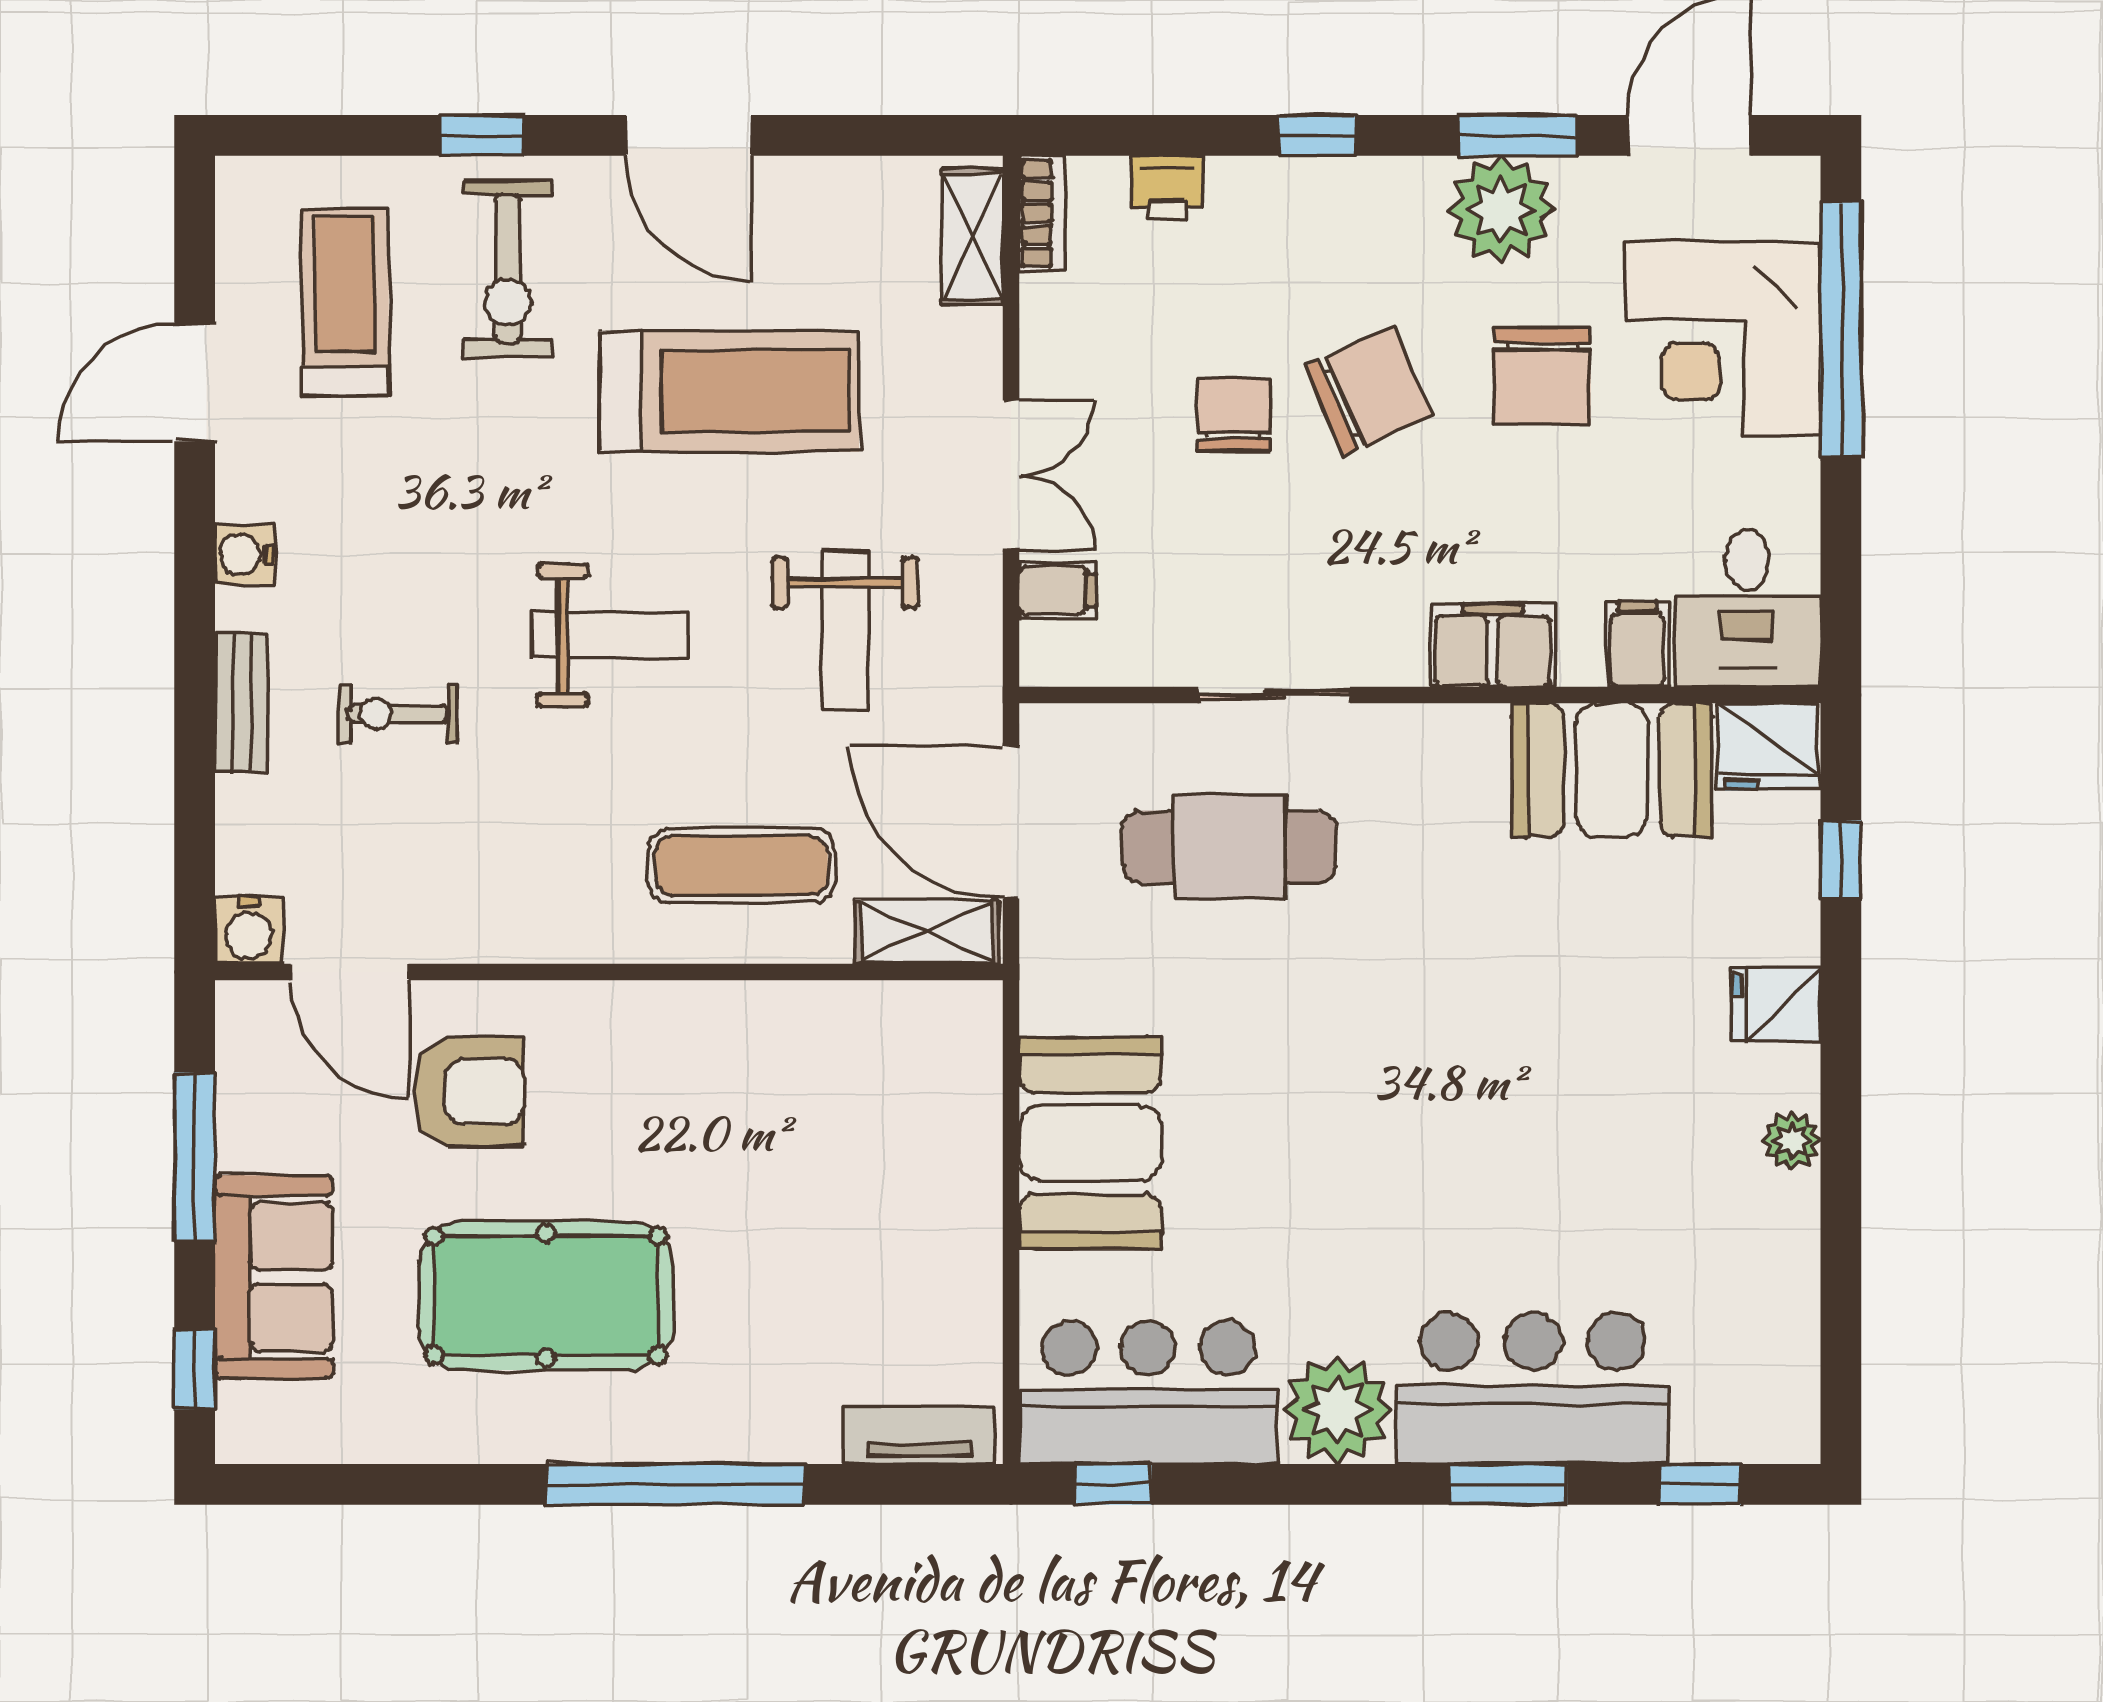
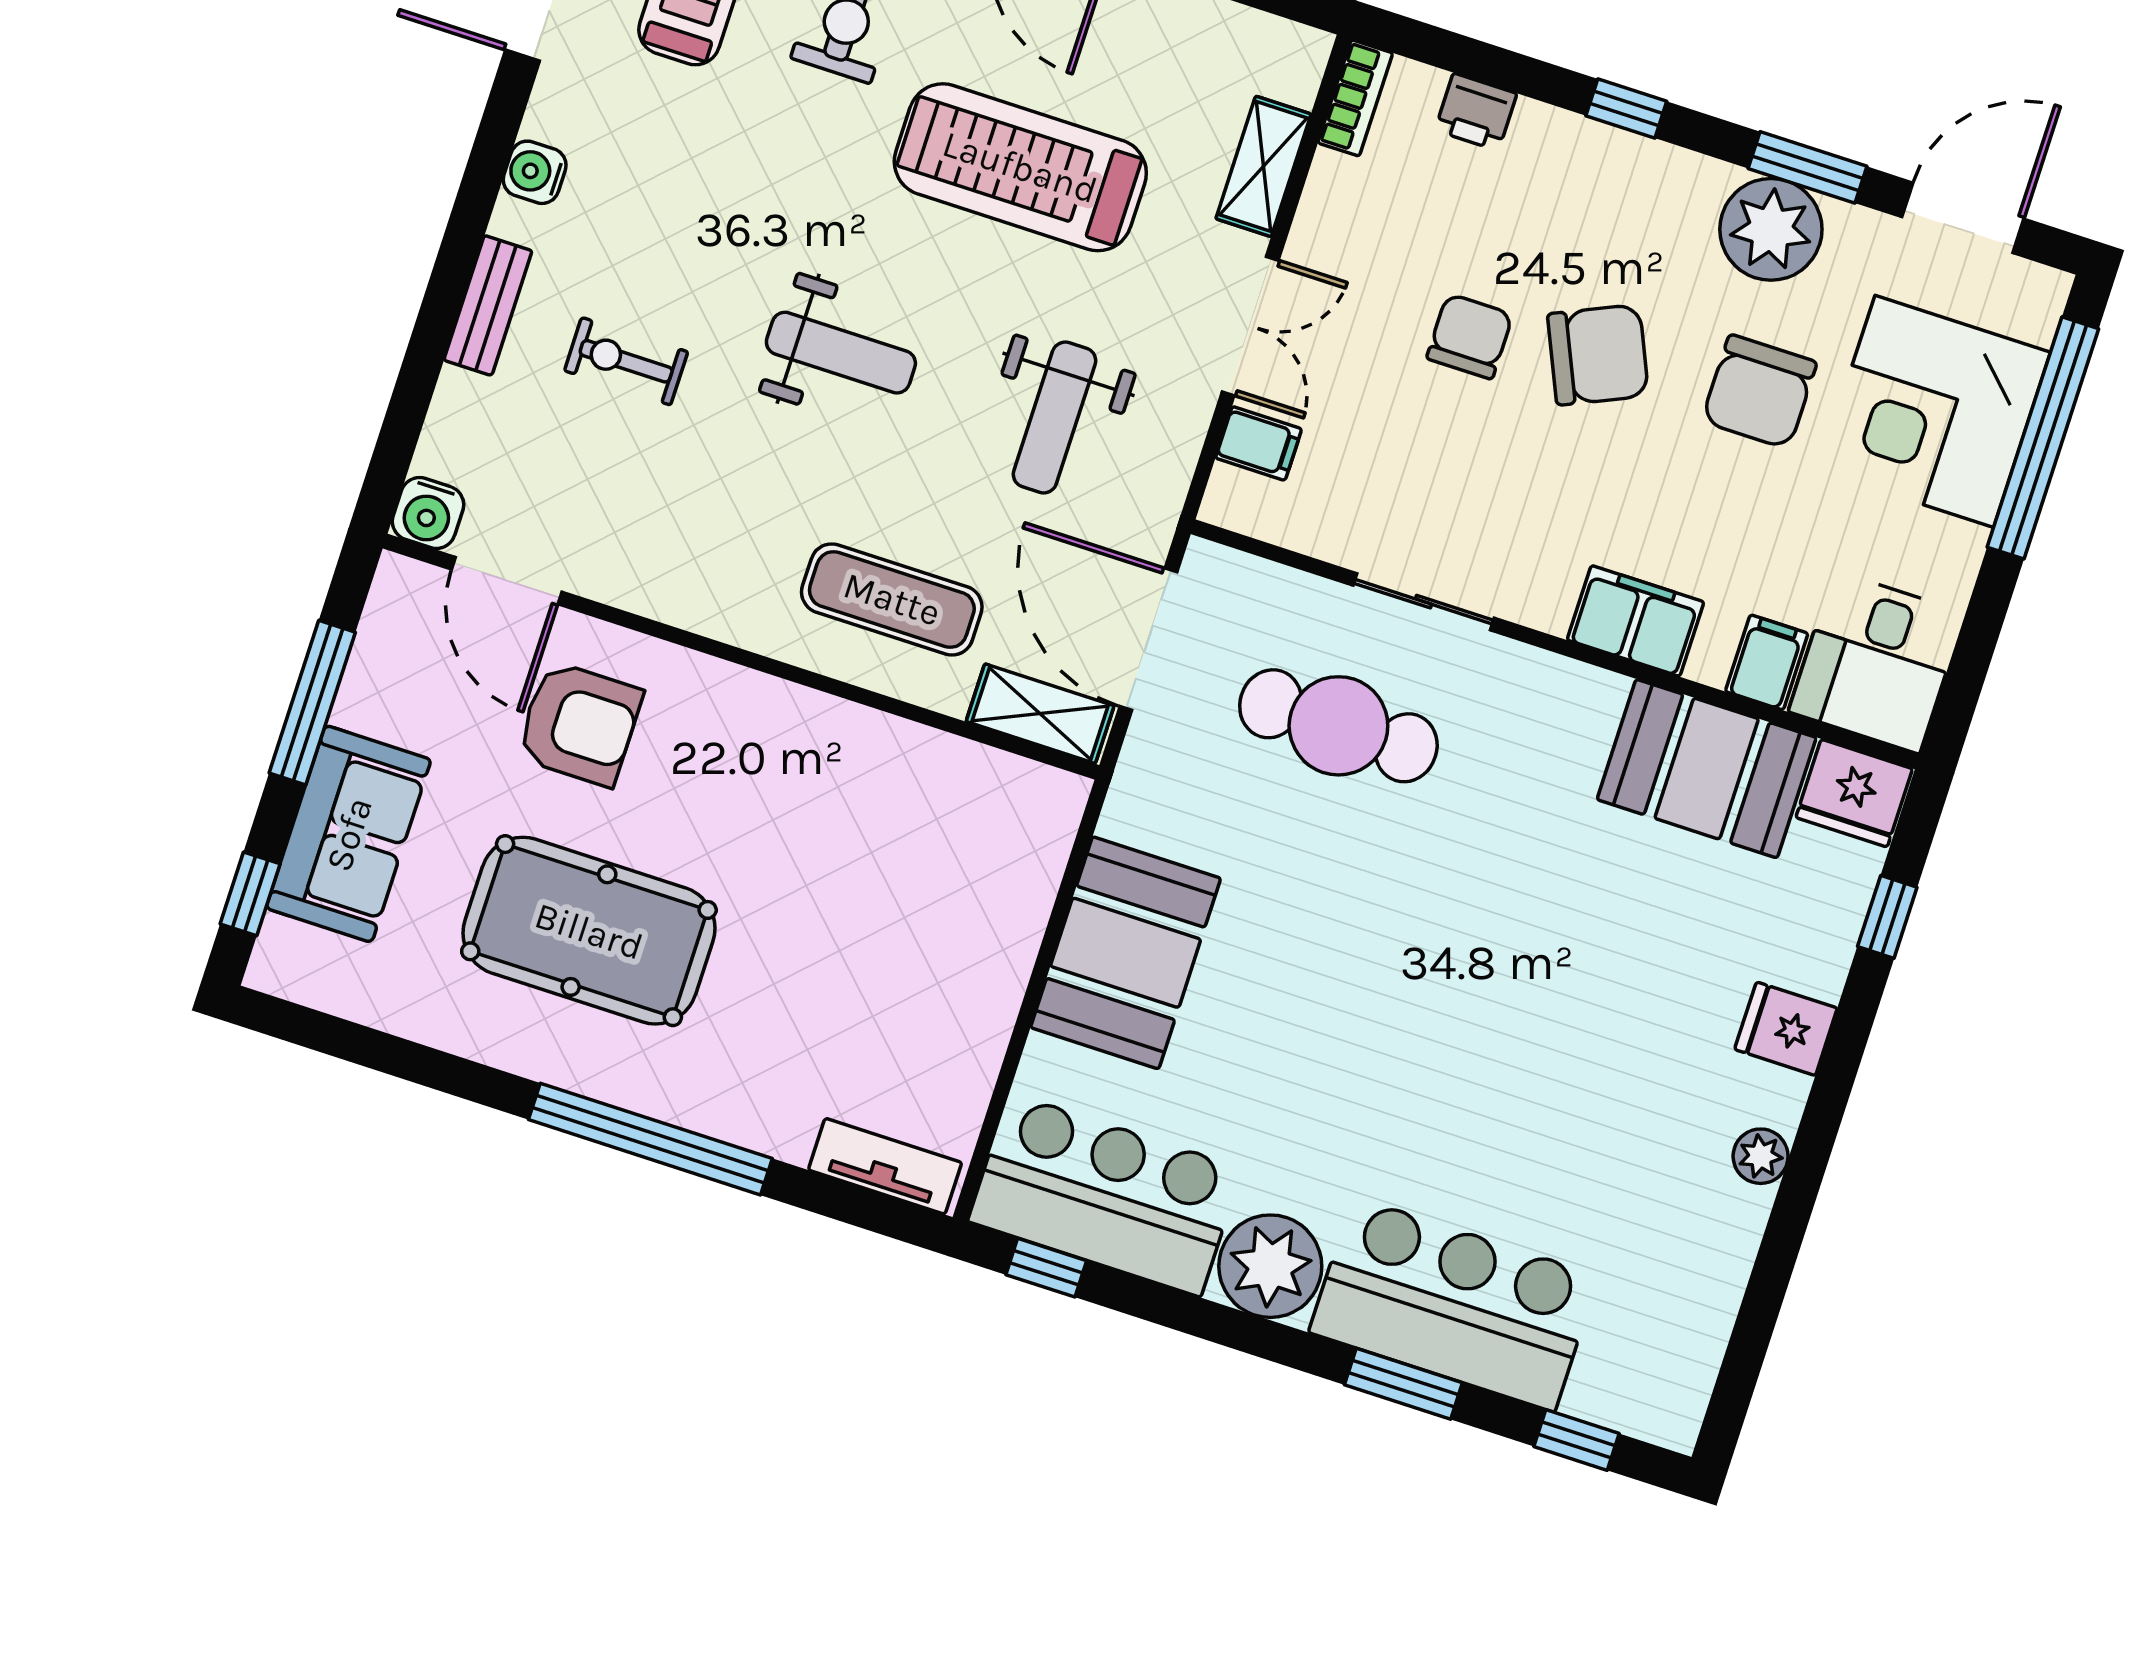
shelving: (972, 237) -> (1263, 166), moved
treadmill: (729, 391) -> (1020, 167), turned 180

